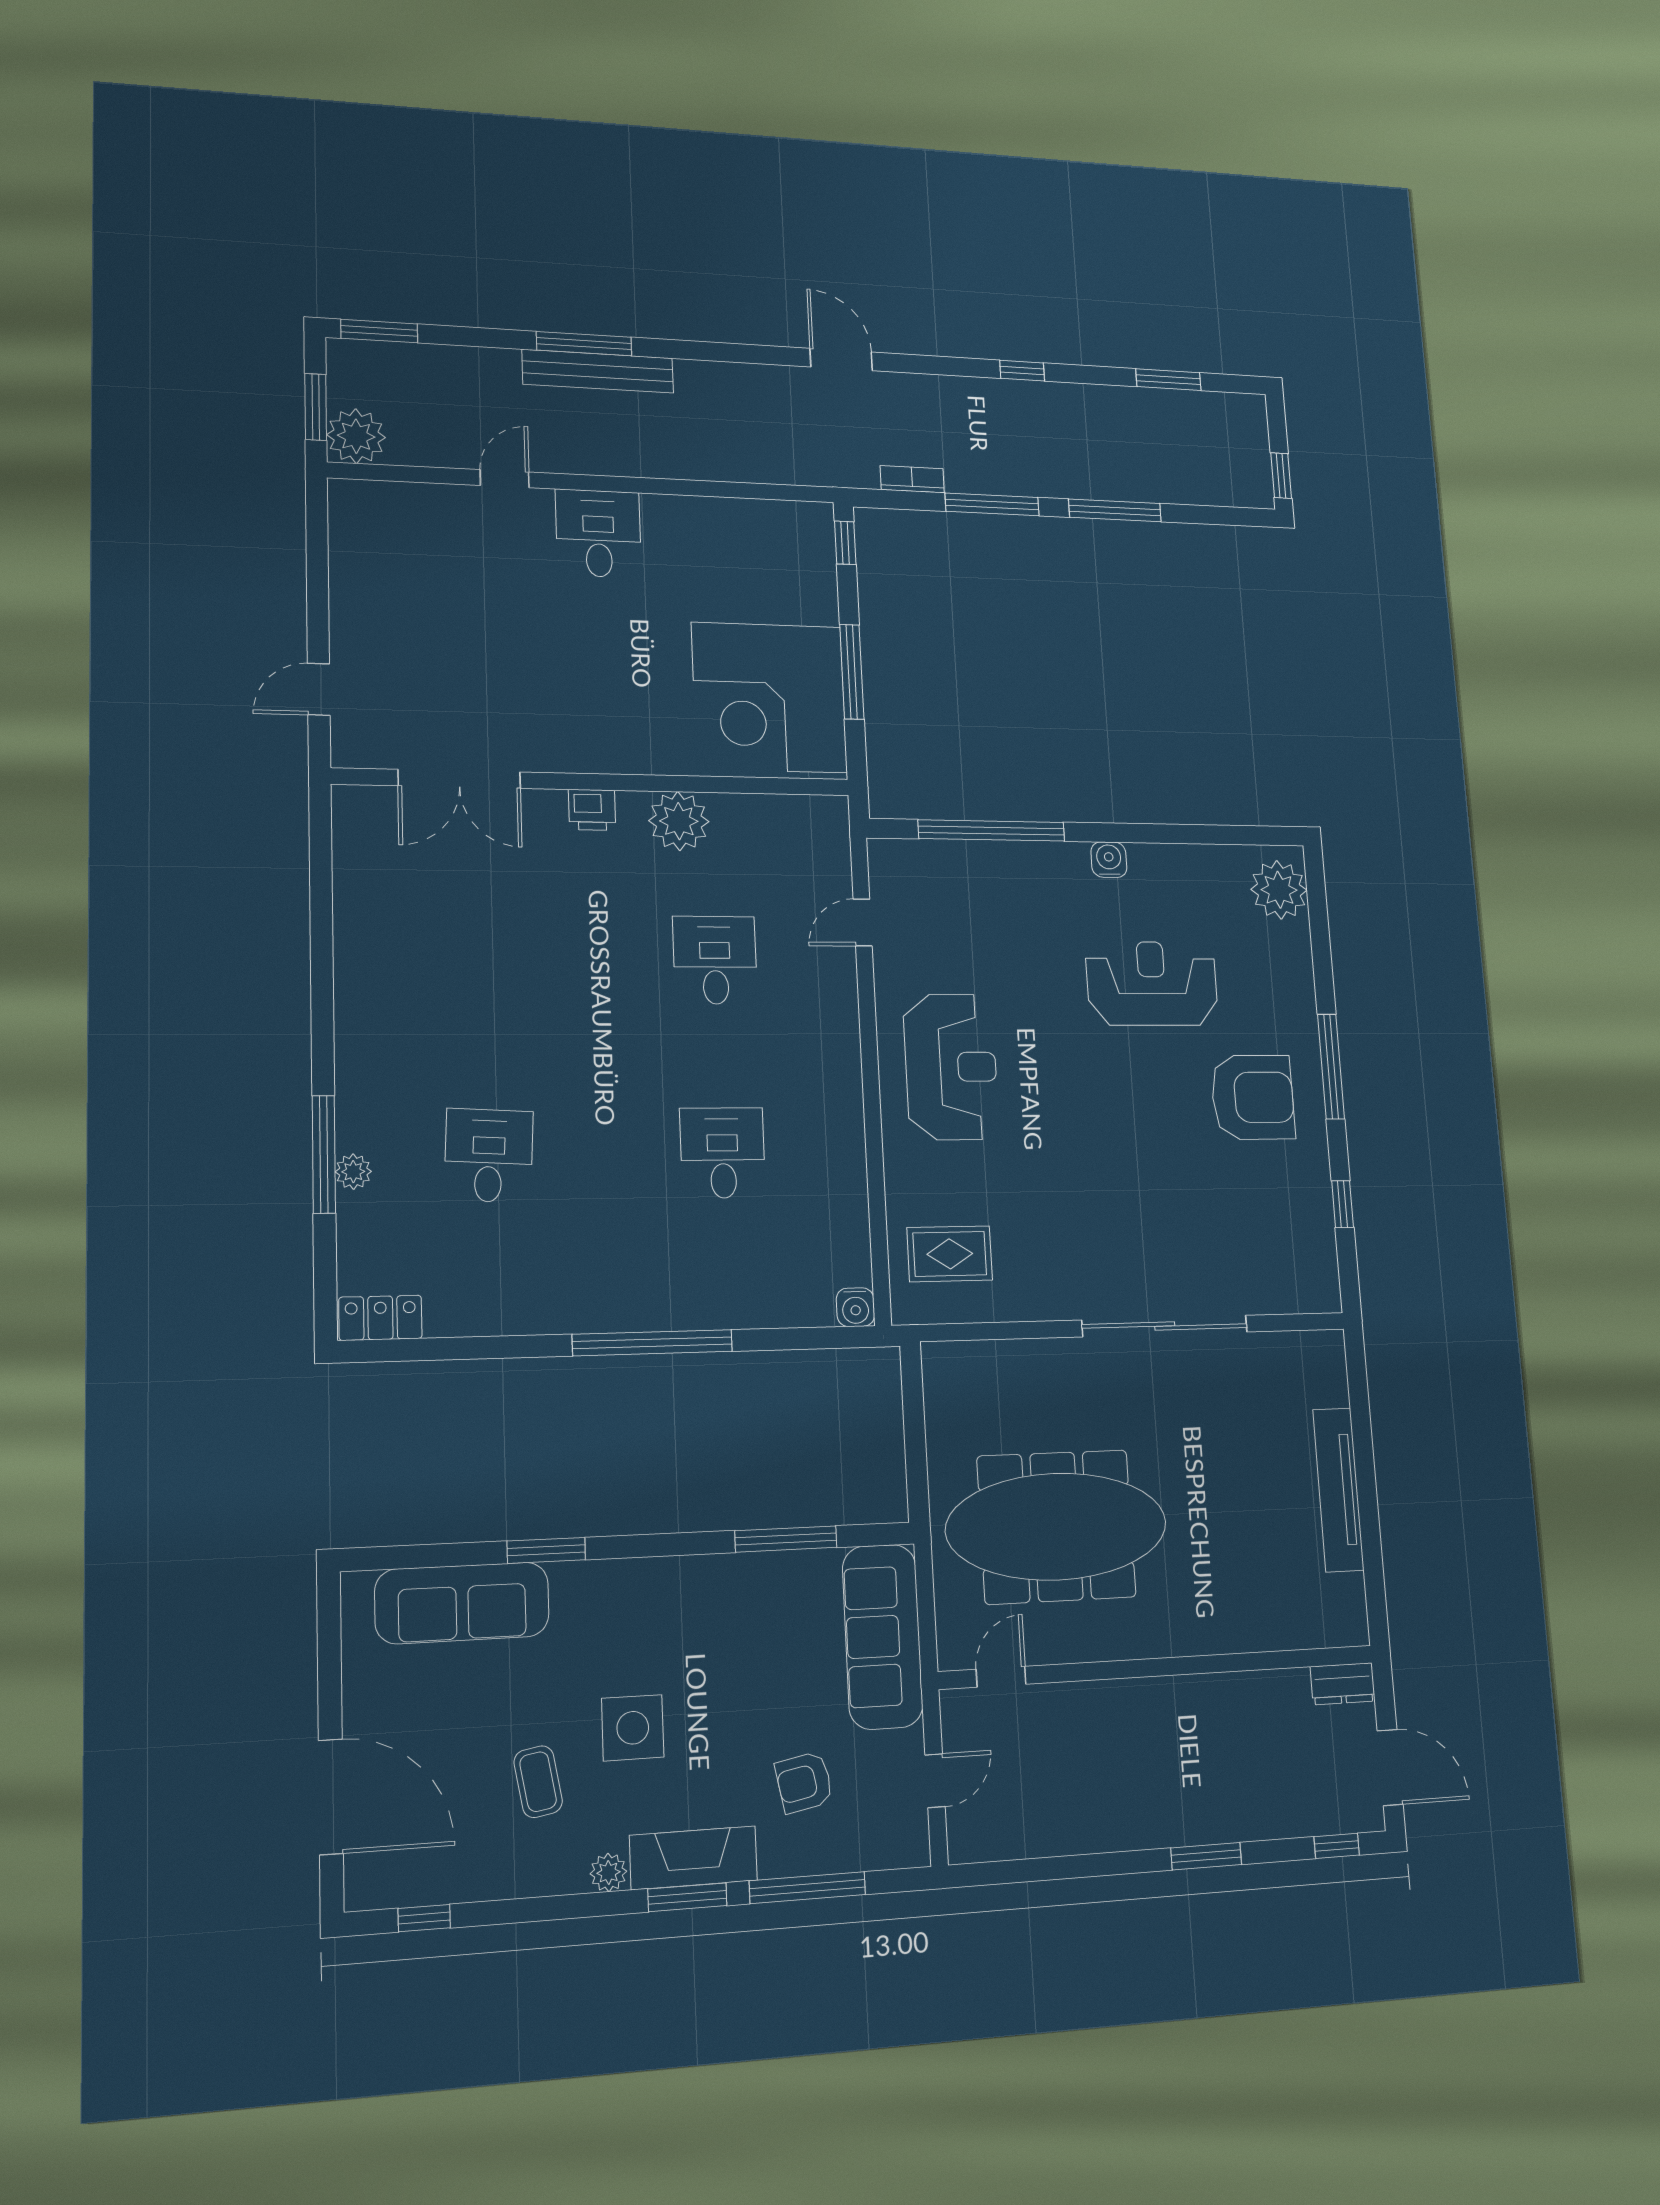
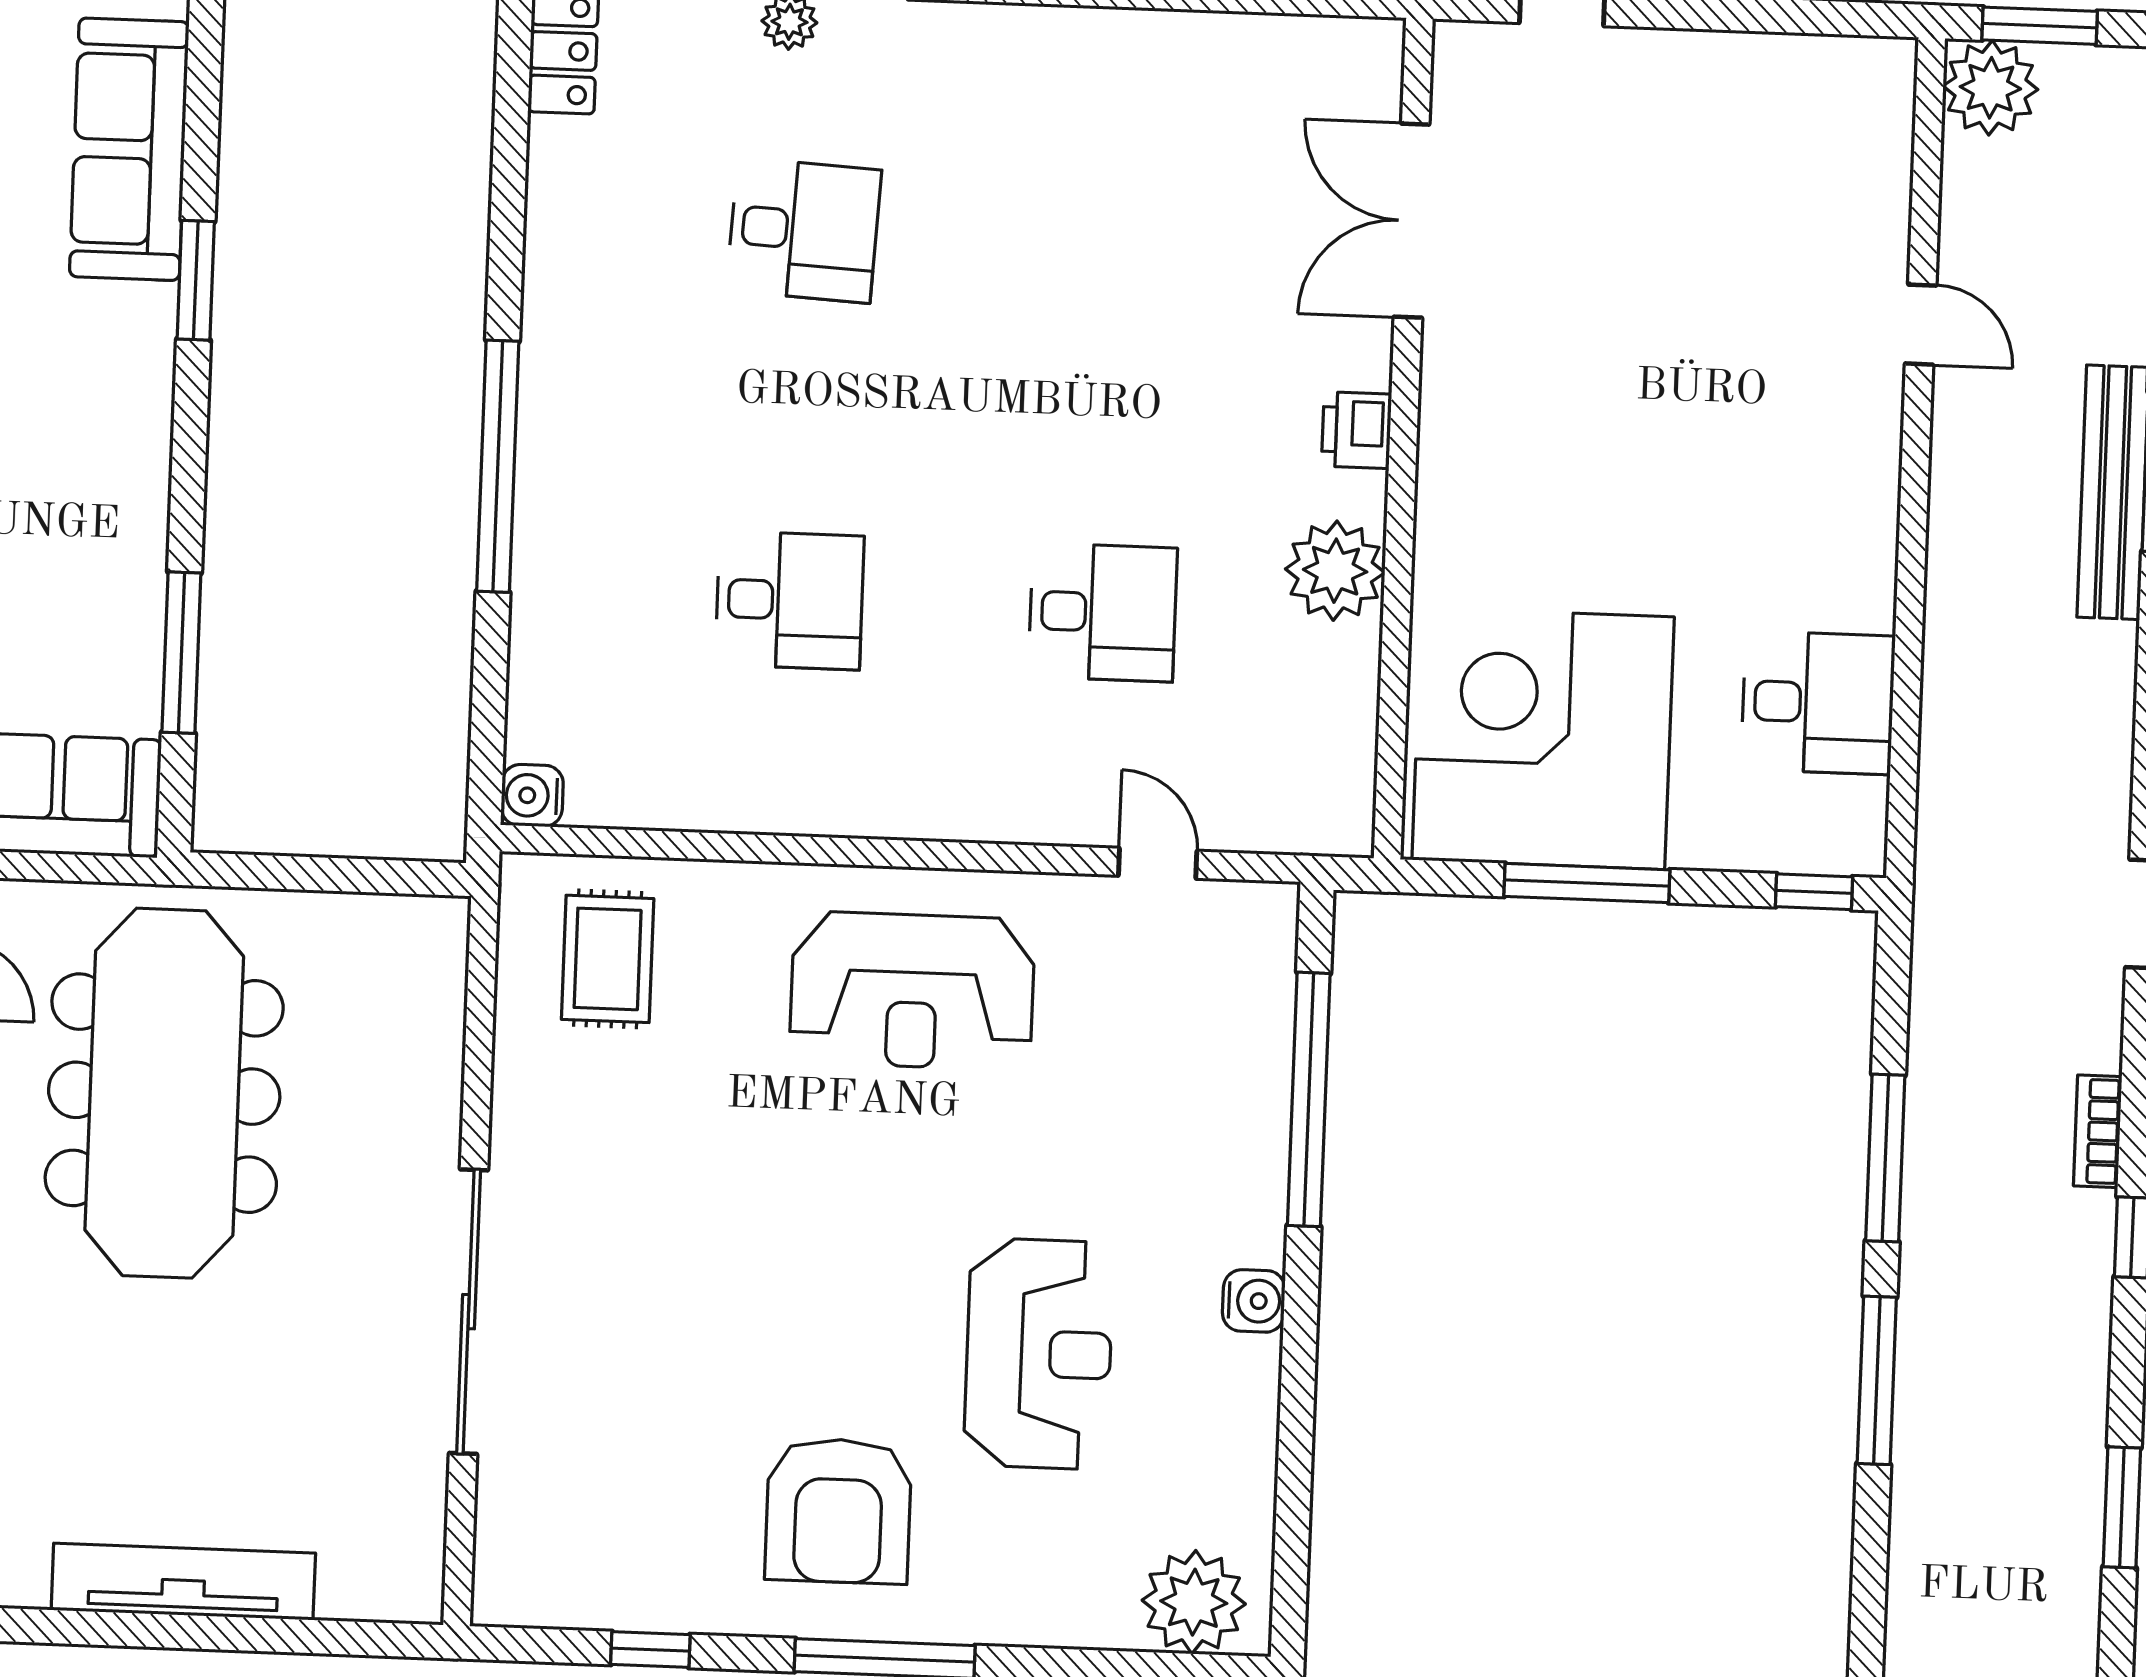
bookcase: (912, 479) -> (2098, 1131), moved, turned 180
desk: (598, 534) -> (1818, 703), moved

